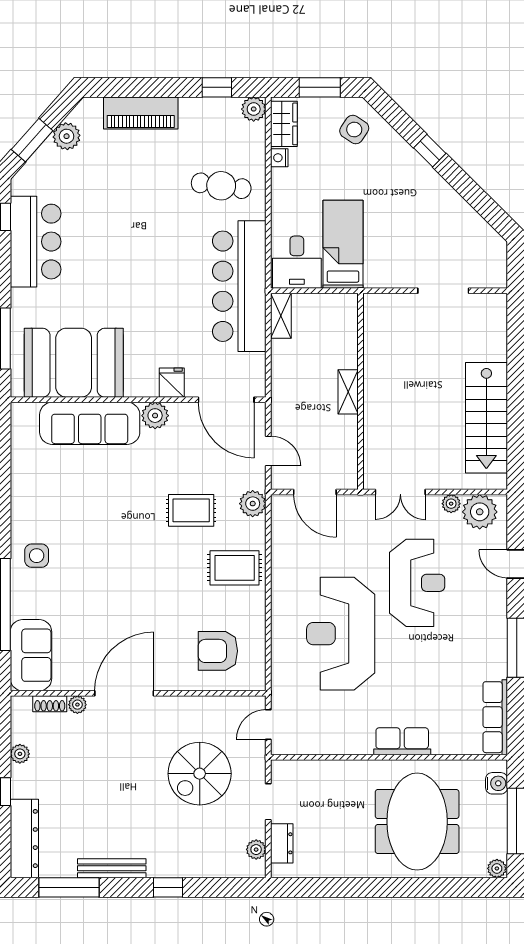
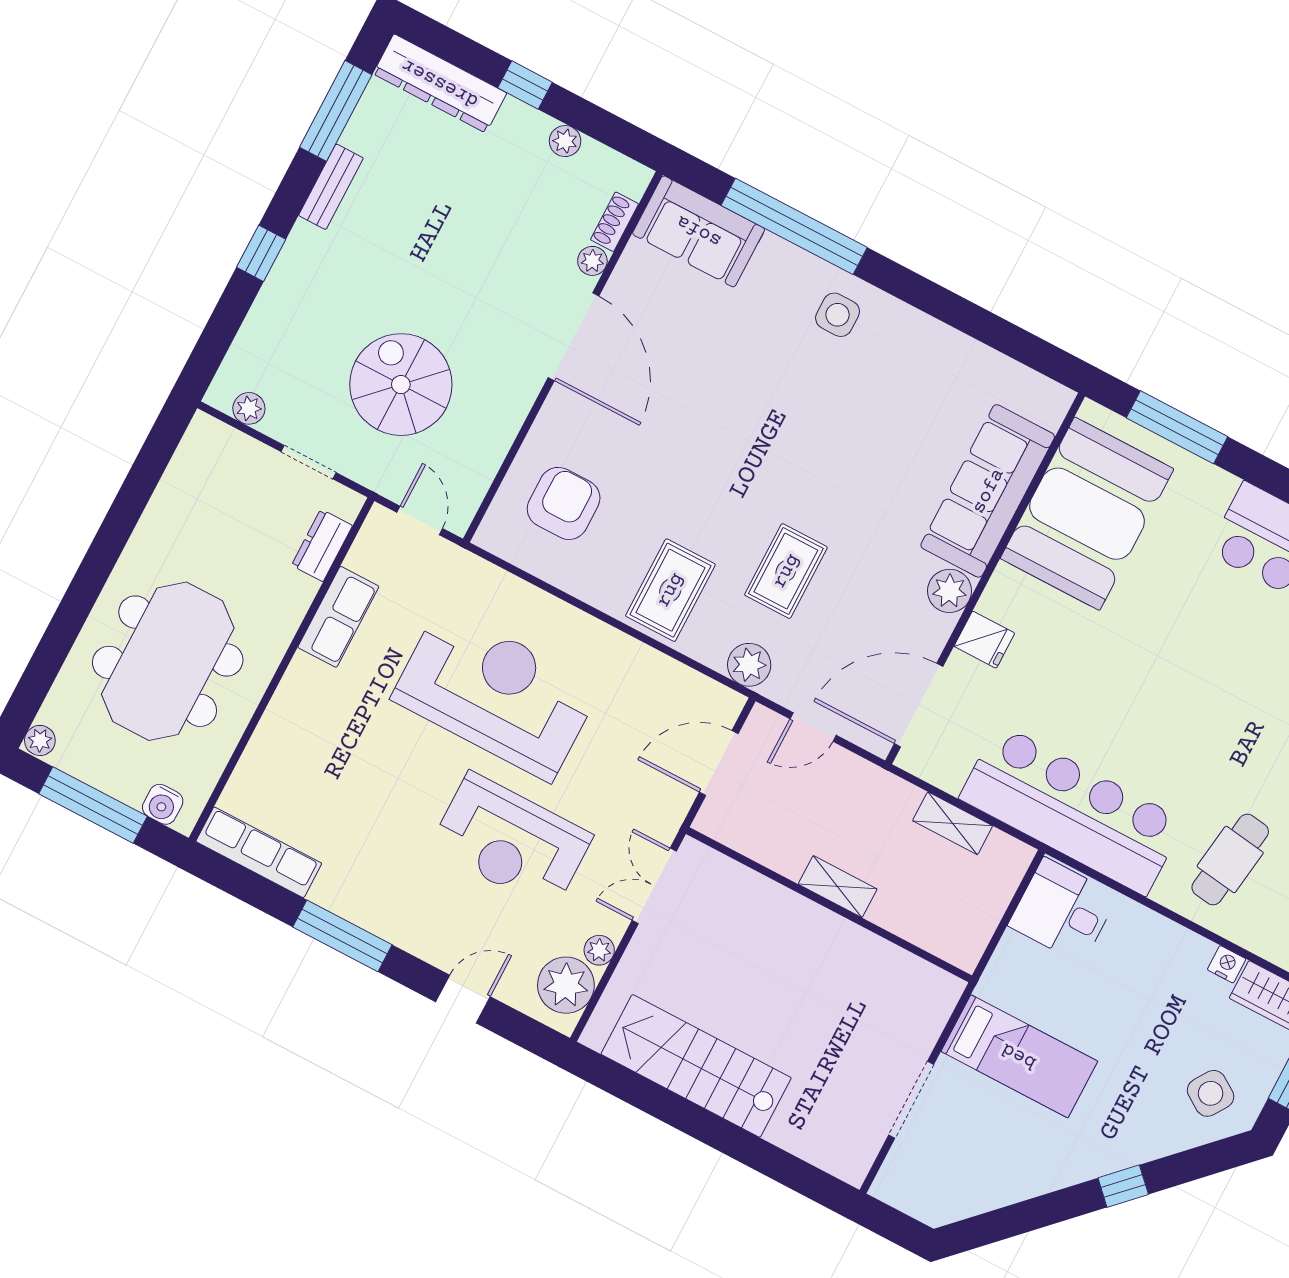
bed: (343, 244) -> (1019, 1056), moved
shelving: (281, 316) -> (953, 823), moved
row of seats: (402, 741) -> (338, 617), moved
meeting table: (417, 822) -> (168, 661), turned 90
dresser: (282, 843) -> (322, 545), moved, turned 90
bench: (112, 868) -> (331, 187), width x0.73

